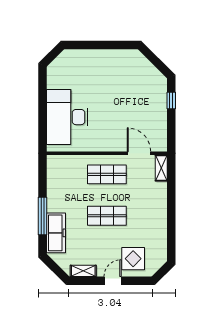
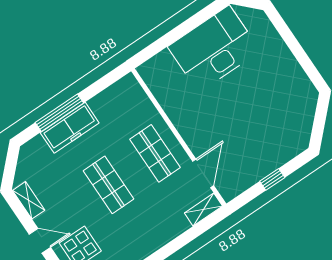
window: (171, 100) -> (272, 179), moved
desk: (67, 117) -> (214, 49), moved
freezer: (56, 233) -> (70, 128), moved

